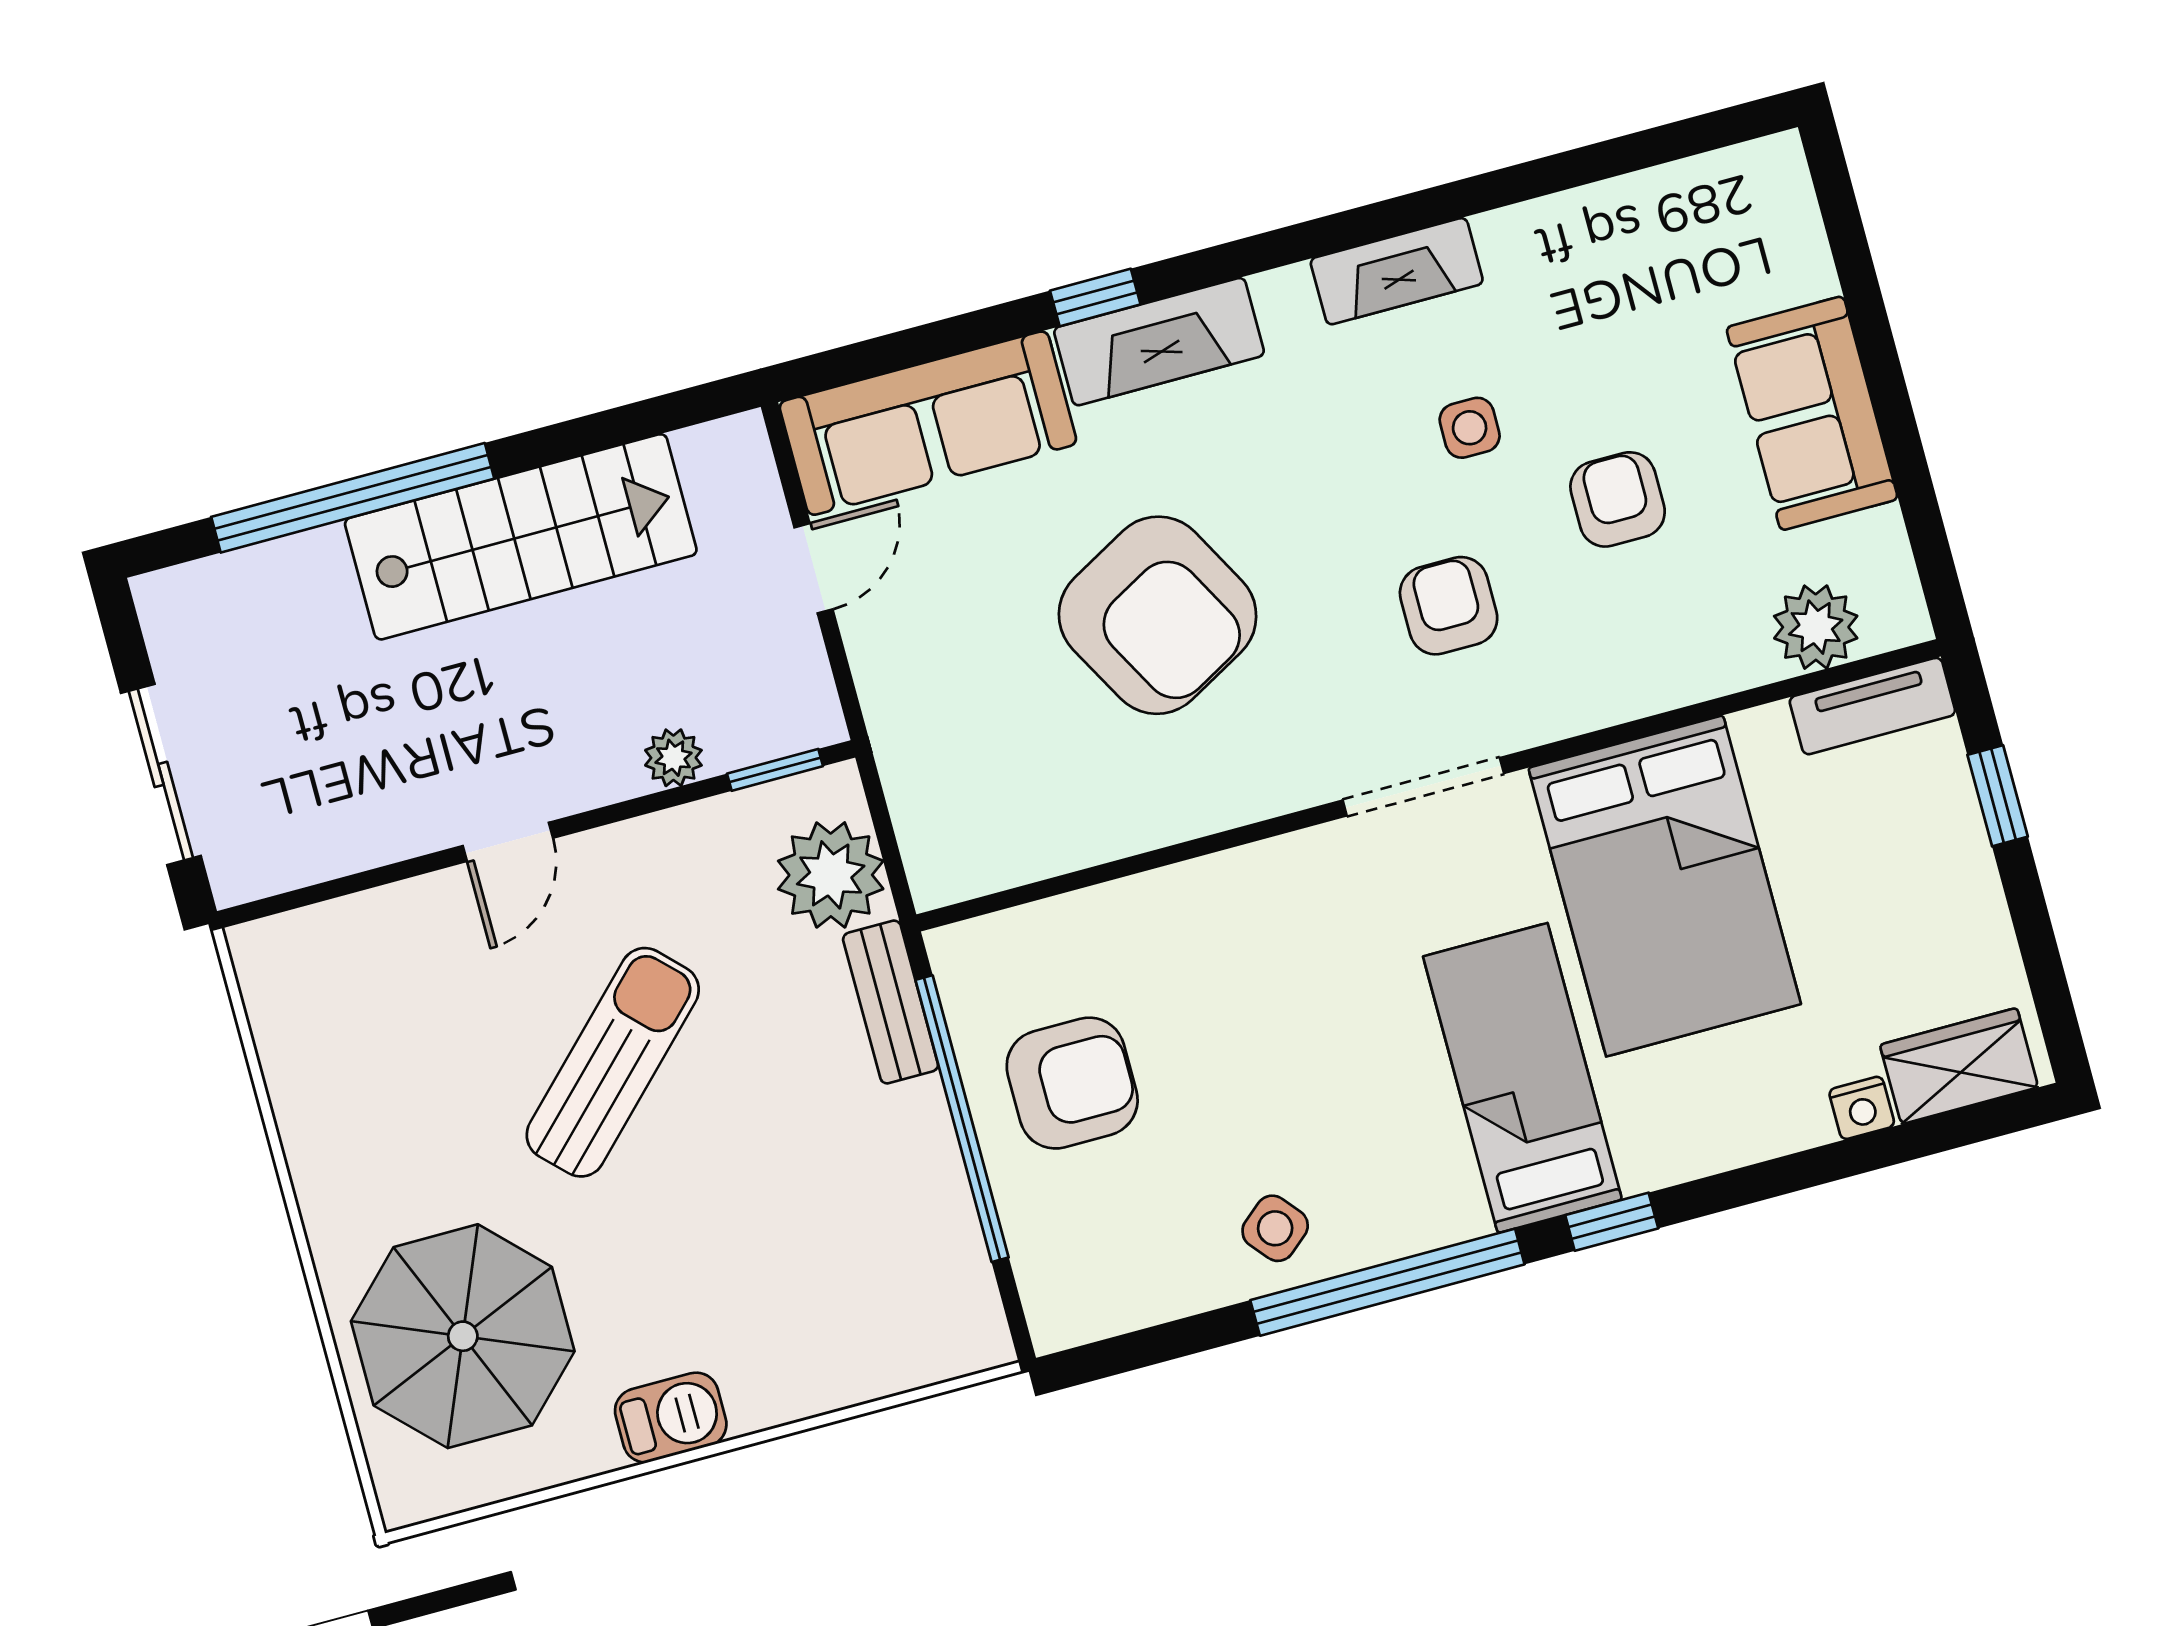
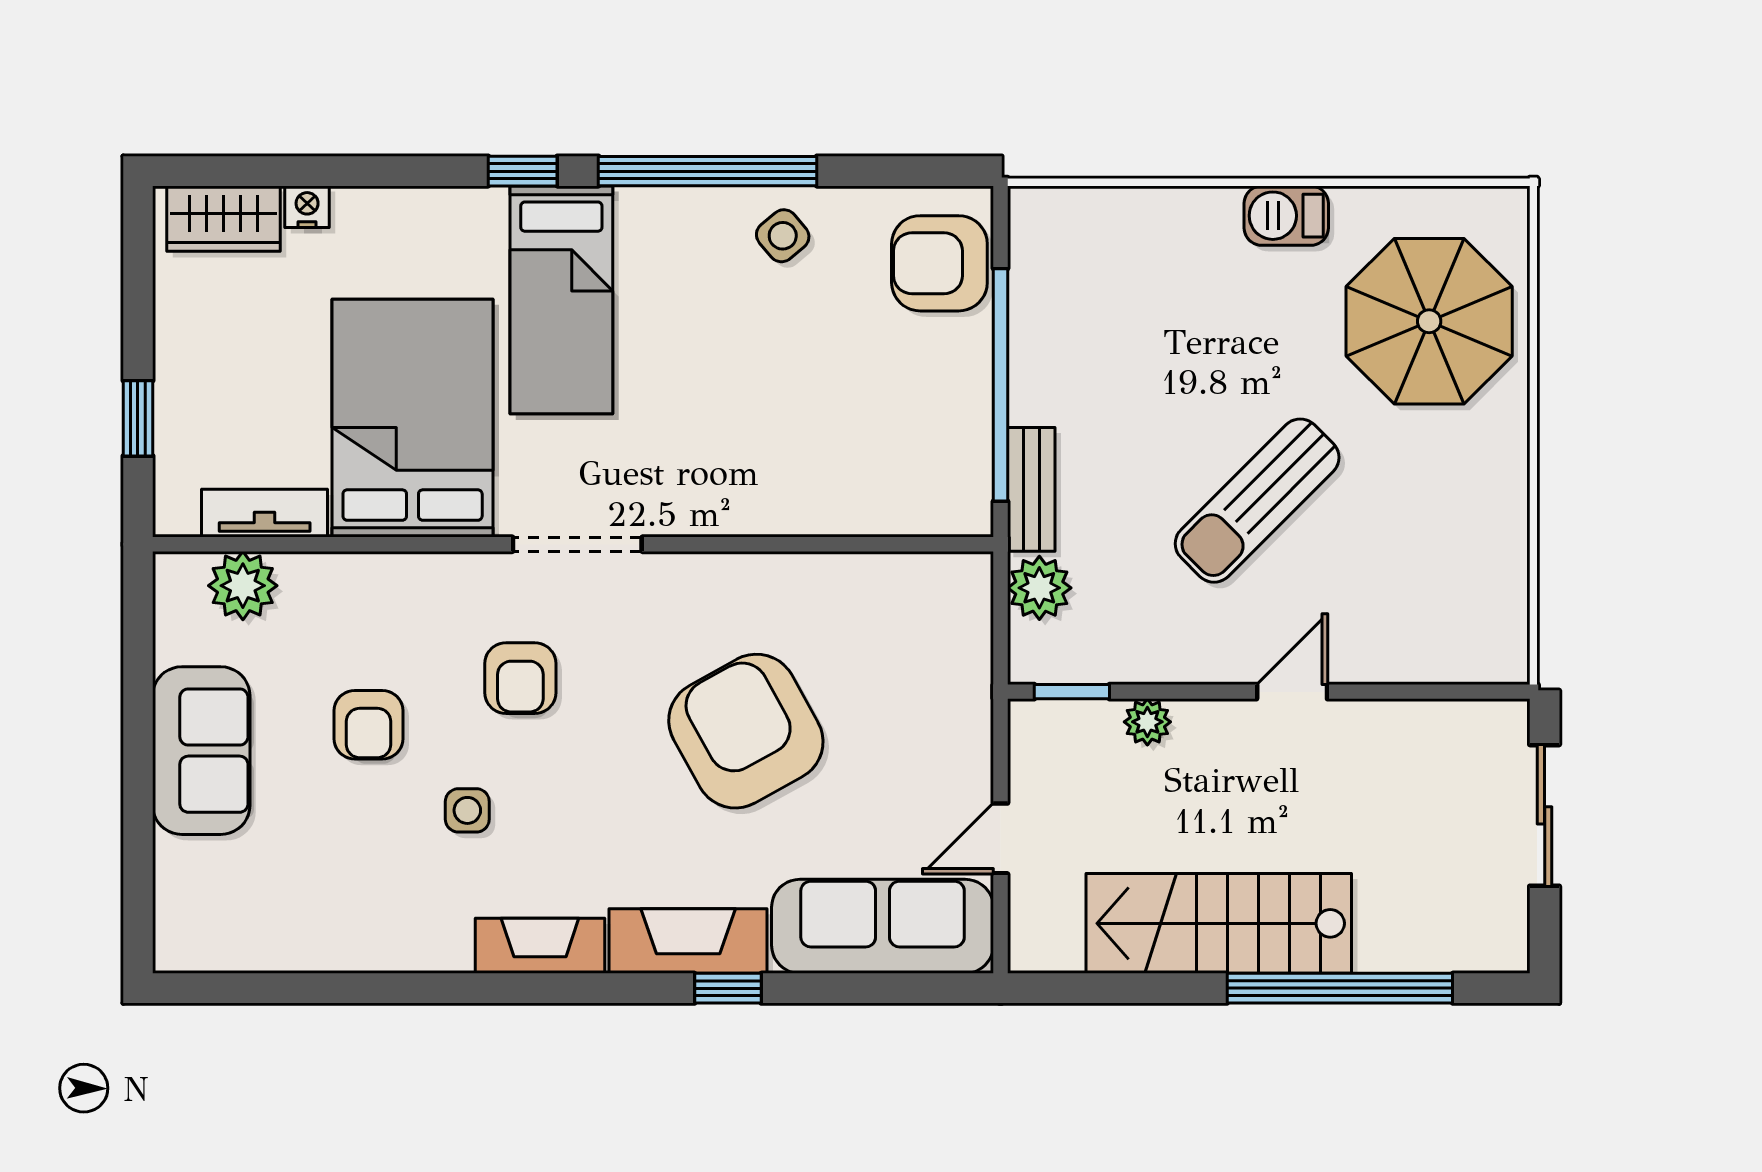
fireplace: (1397, 271) -> (540, 946), moved
tv unit: (1872, 706) -> (265, 513), moved
plant: (831, 875) -> (1039, 588), width x0.73, depth x0.73
armchair: (1072, 1083) -> (939, 263), moved

